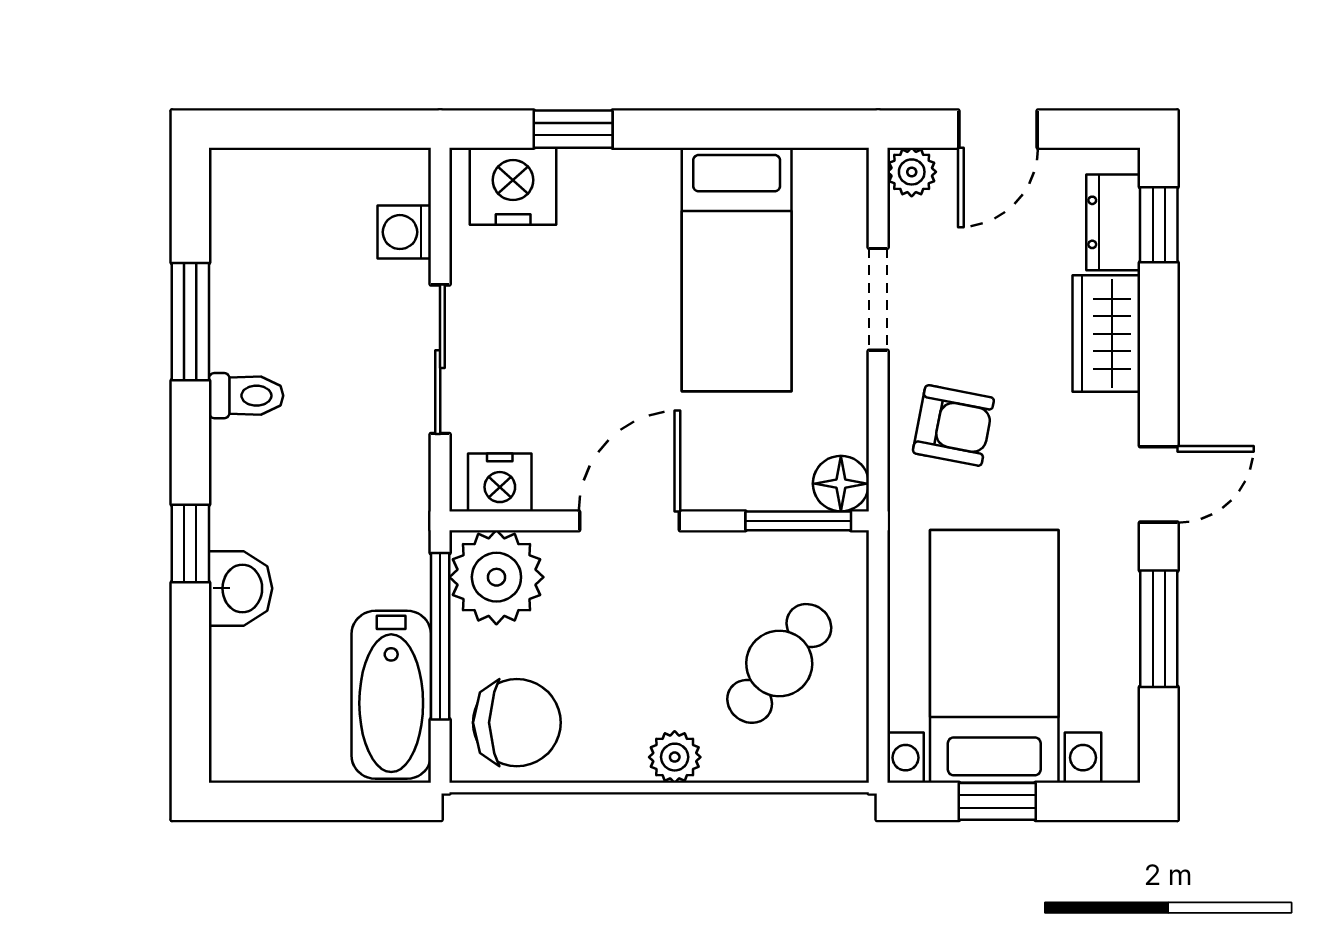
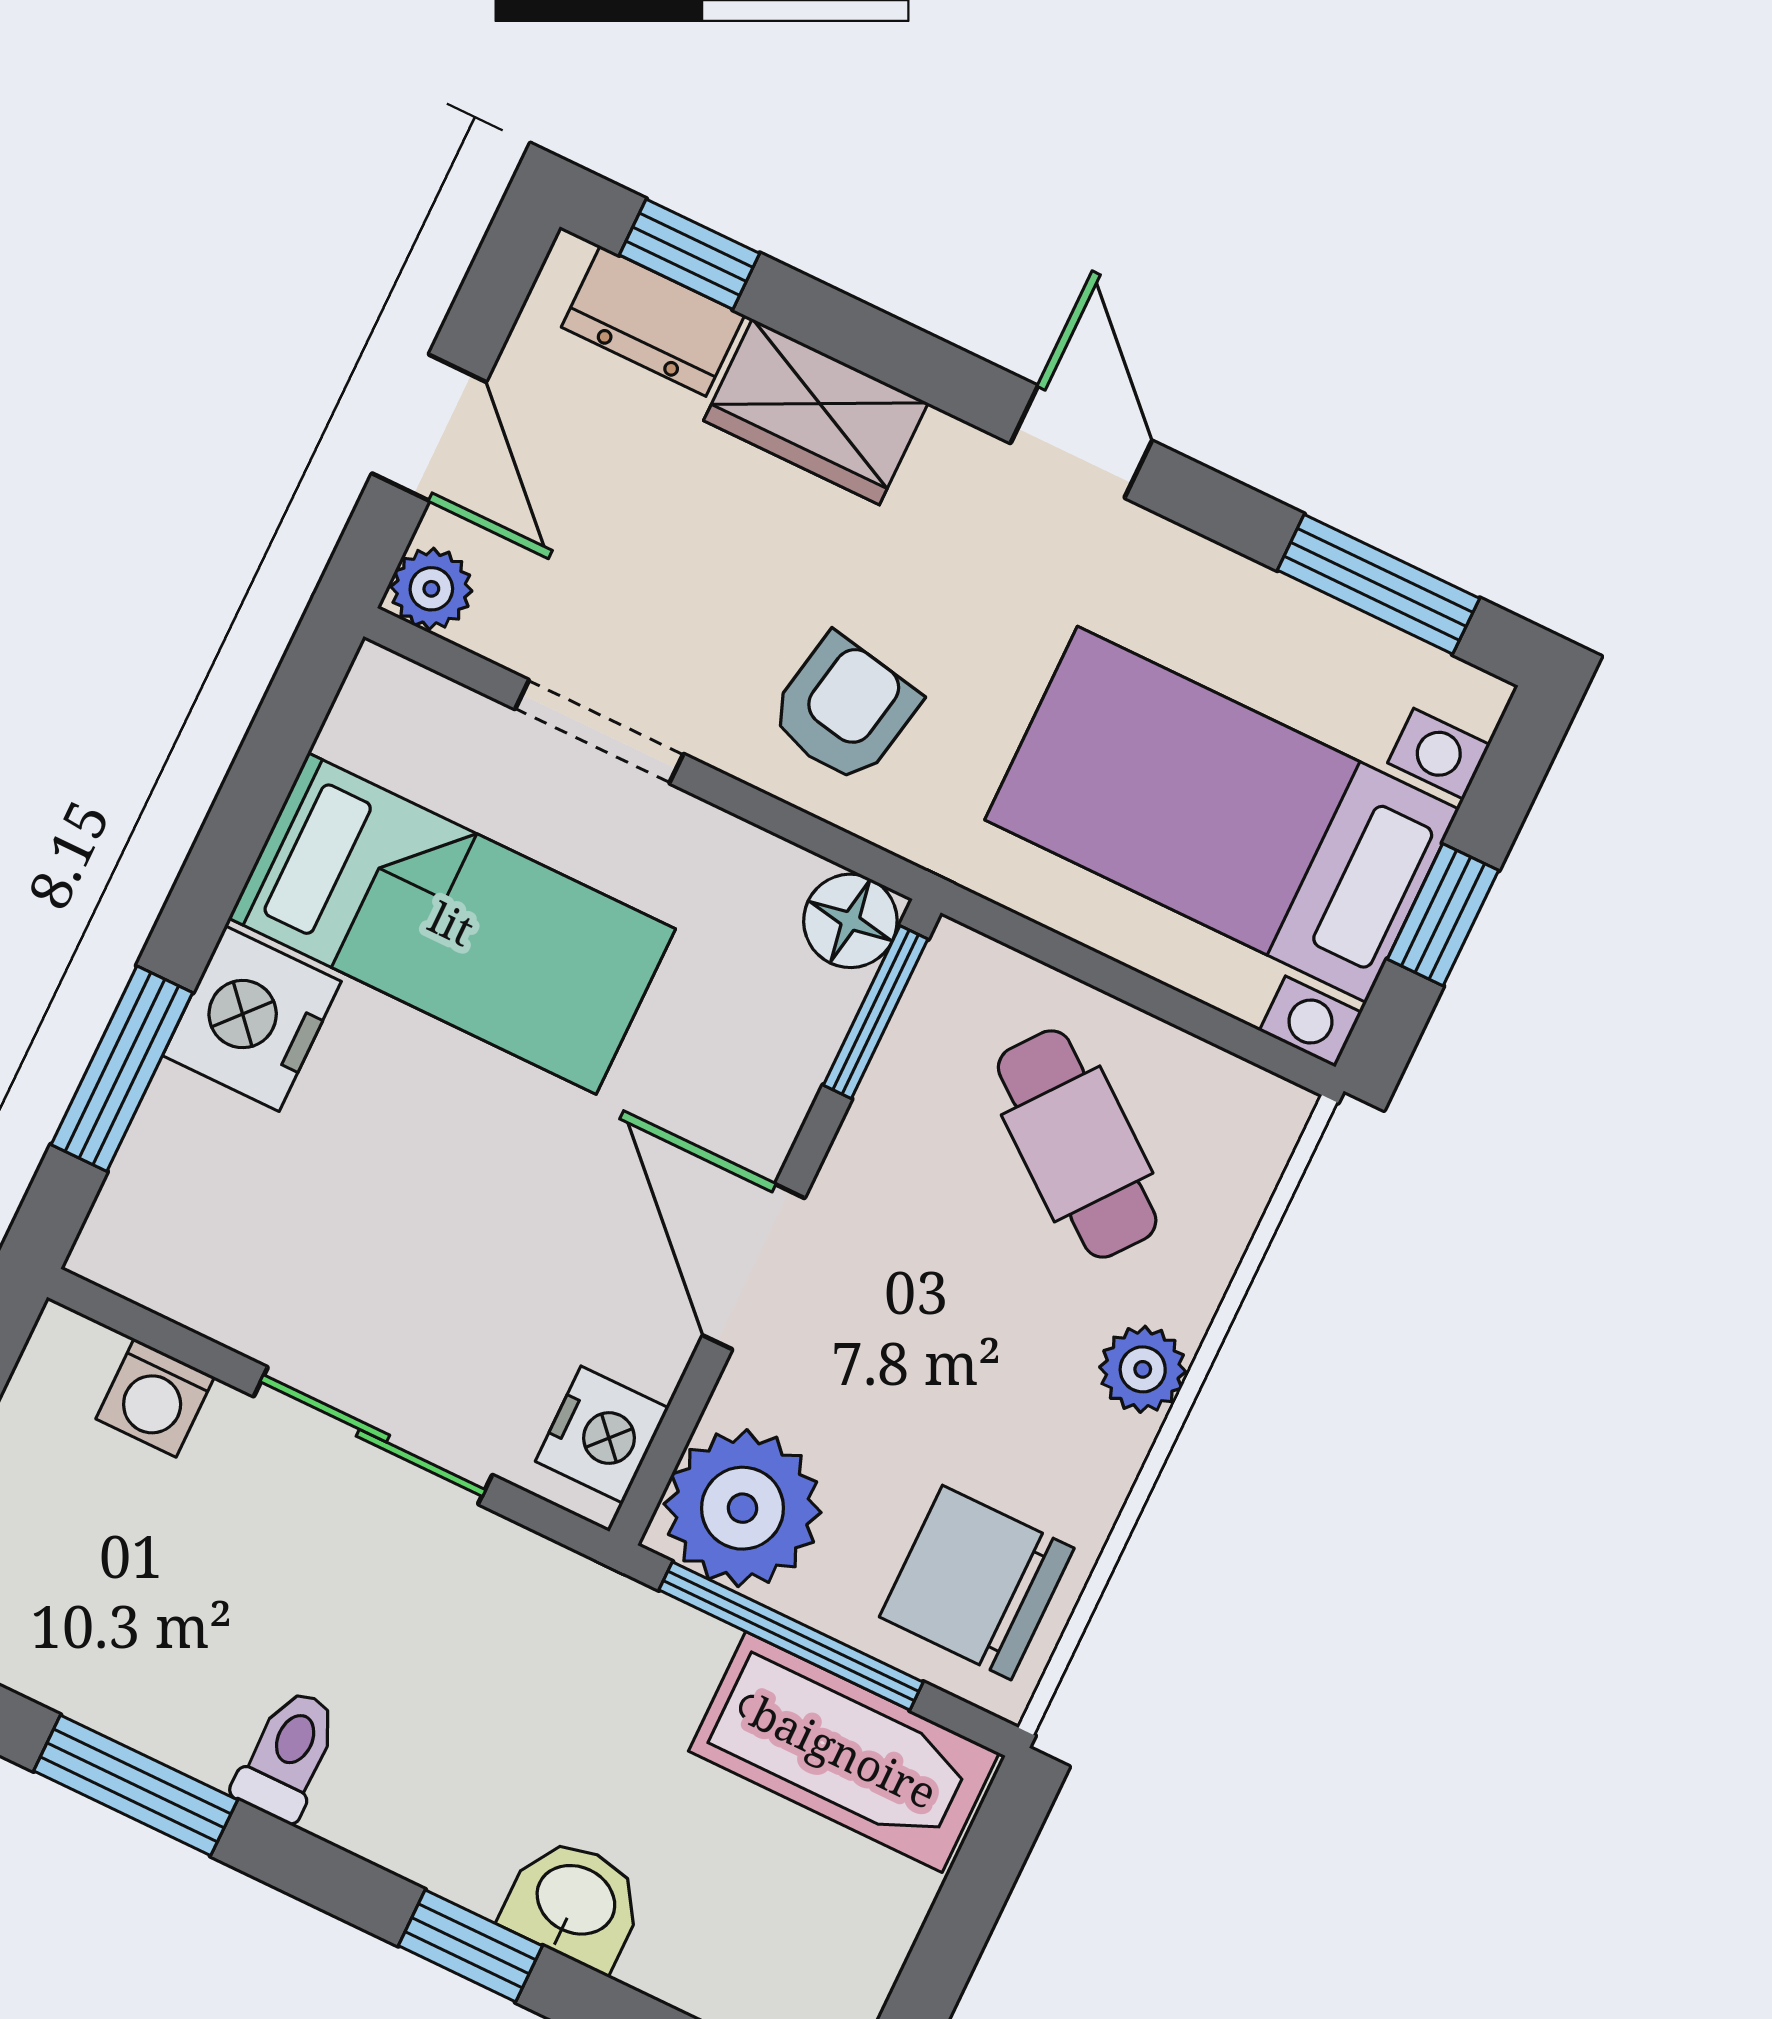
window: (573, 129) -> (122, 1069), width x1.50
nightstand: (513, 186) -> (252, 1019), moved
window: (1159, 629) -> (1378, 584), moved
chair: (517, 723) -> (977, 1583), turned -90

